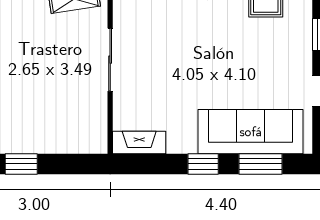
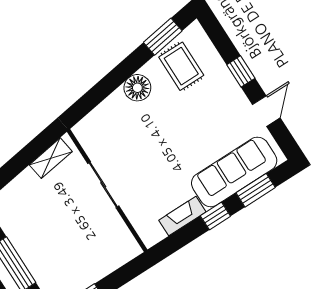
fireplace: (139, 143) -> (182, 216), moved

